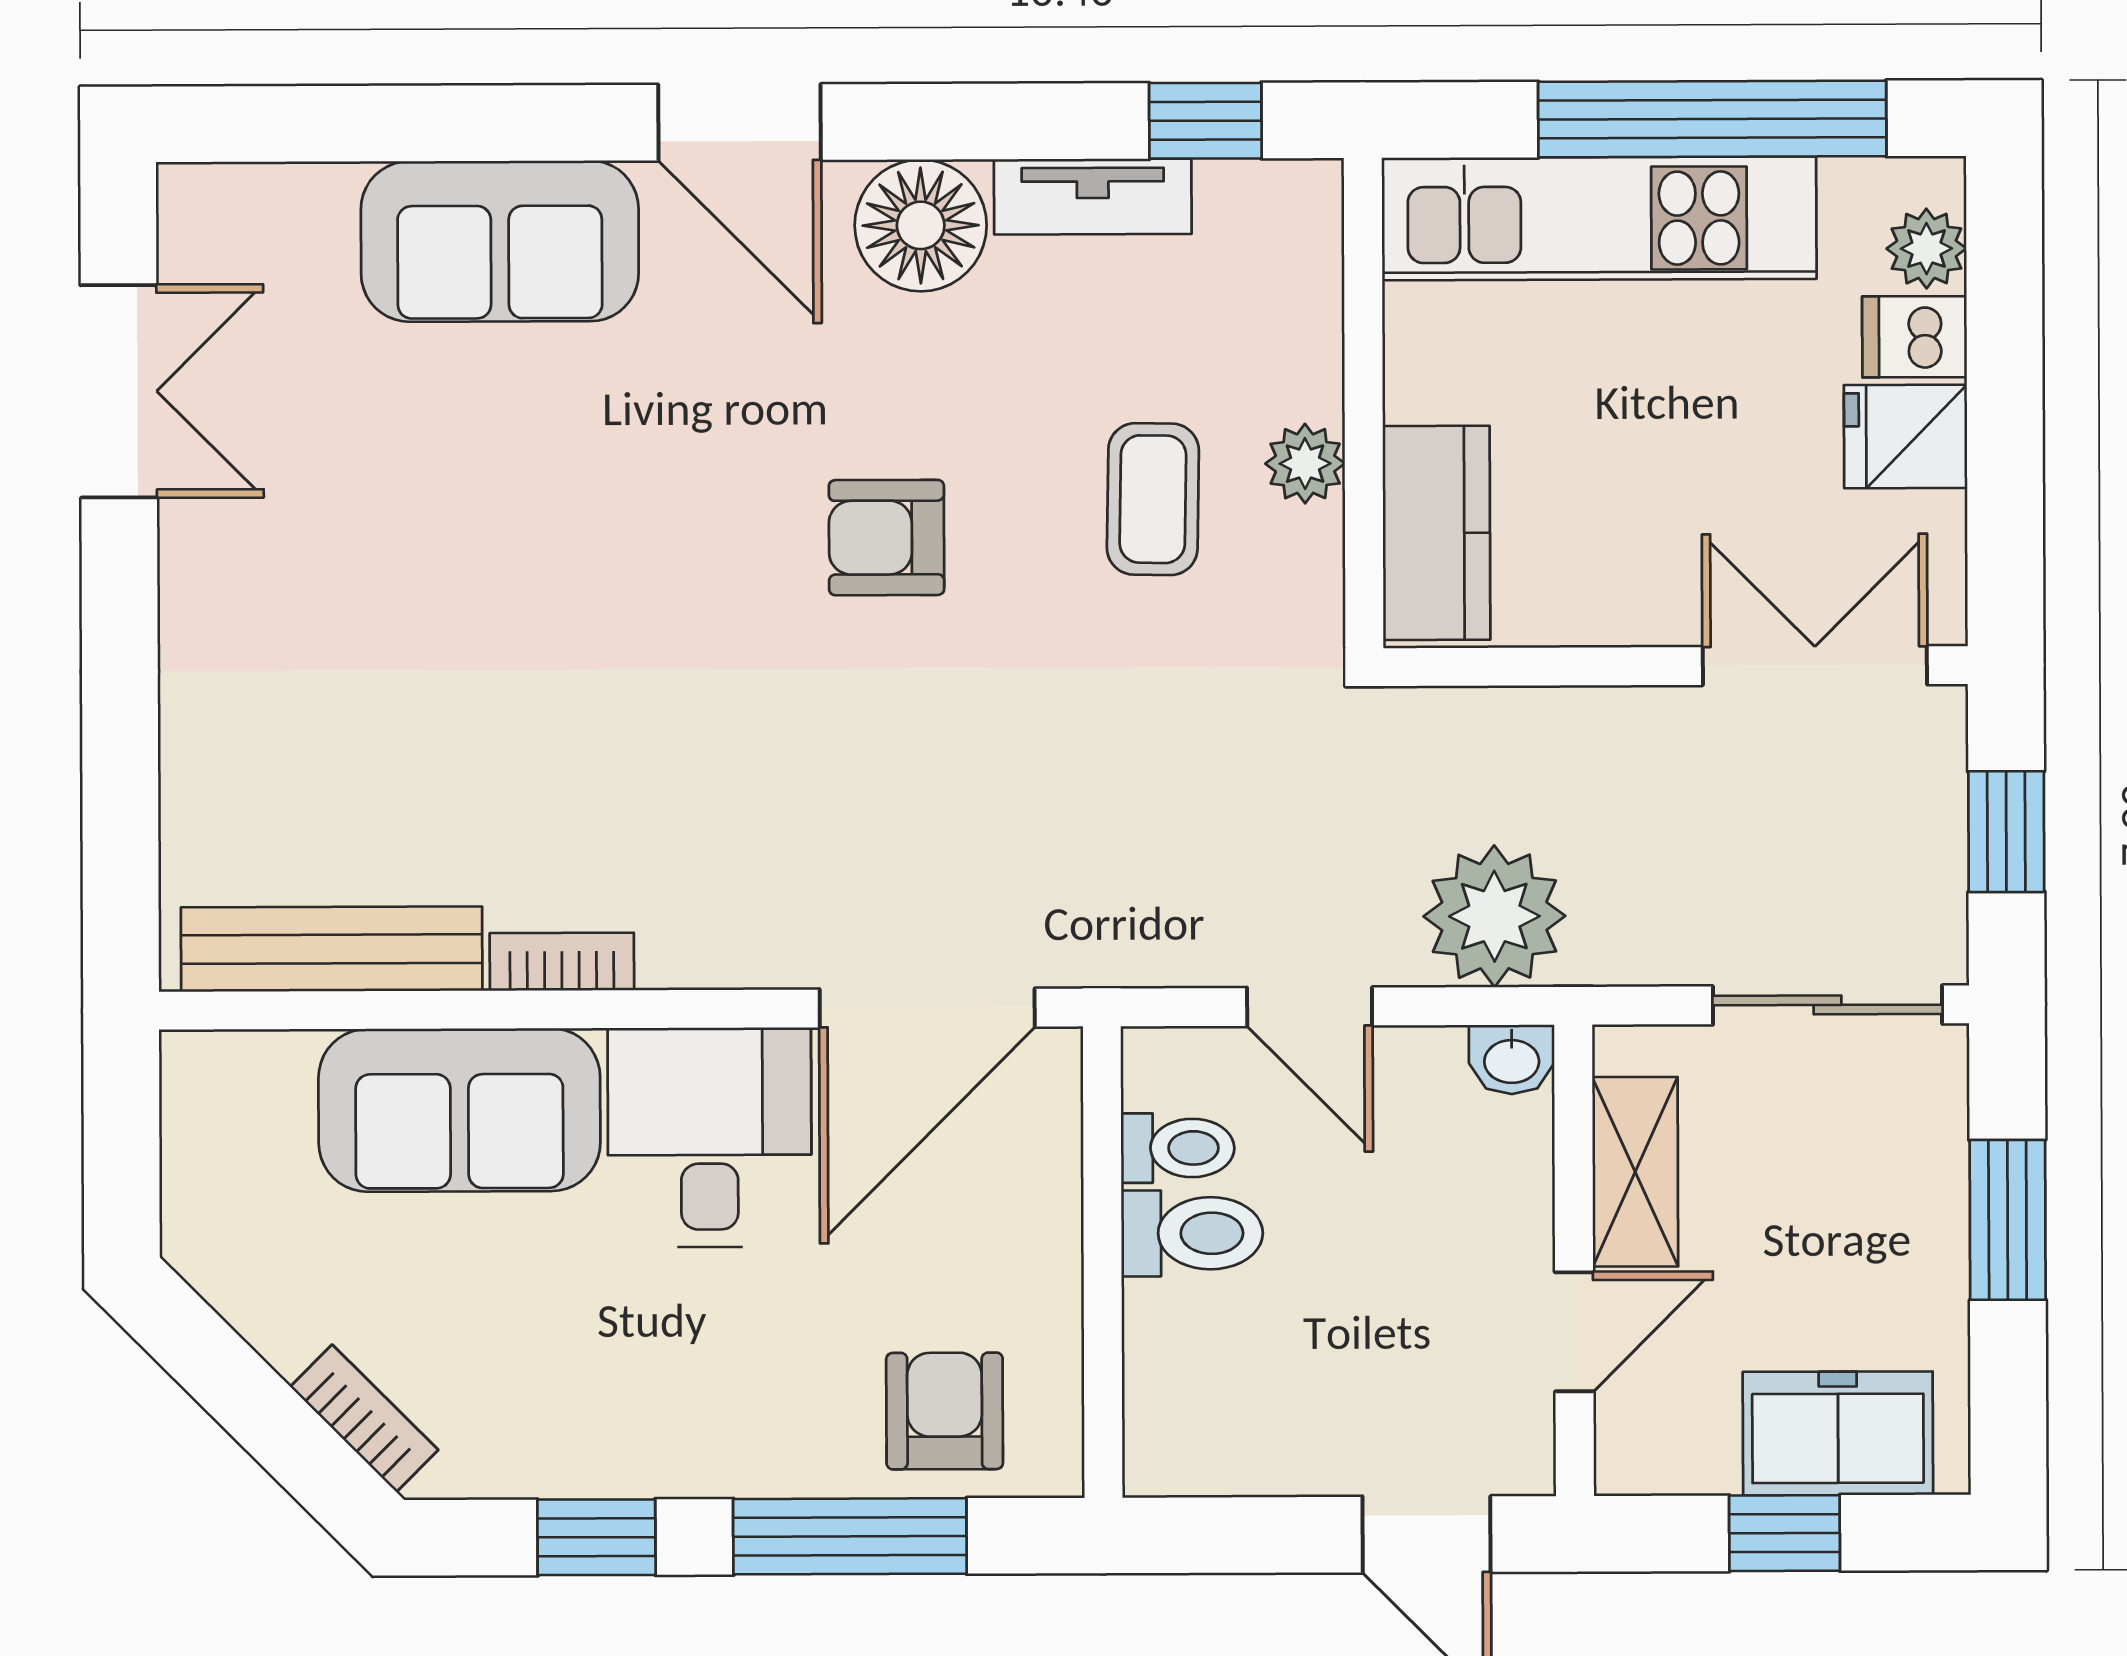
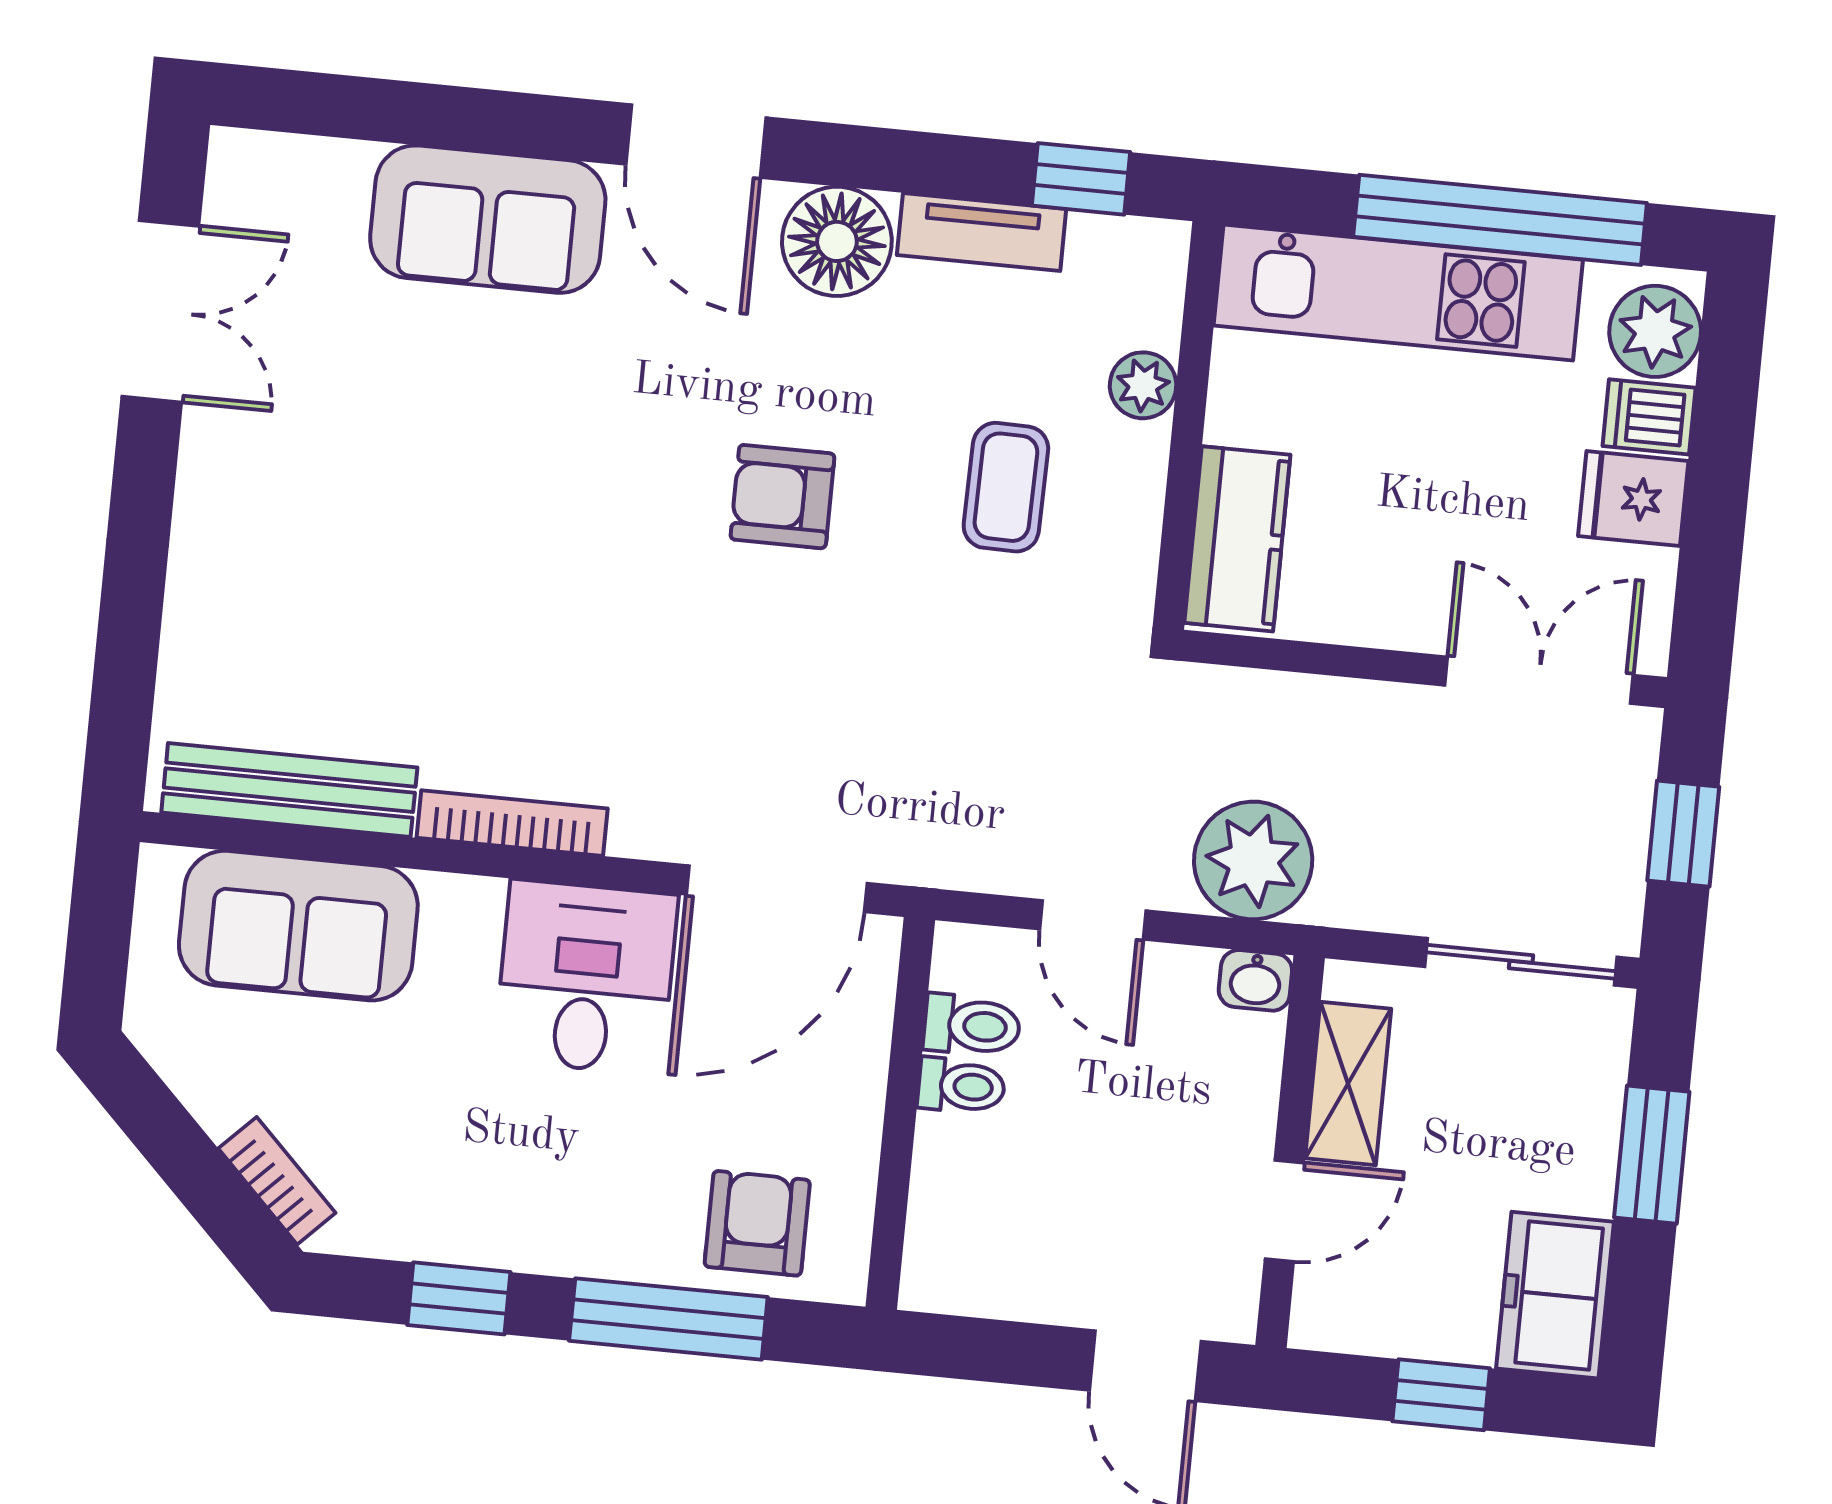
plant: (1926, 249) -> (1655, 331), width x1.38, depth x1.38
plant: (1305, 464) -> (1143, 385), moved
bookcase: (562, 962) -> (512, 823), width x1.56
sofa: (459, 1110) -> (298, 926), moved
toilet: (1192, 1233) -> (961, 1086), width x0.73, depth x0.72
freezer: (1838, 1433) -> (1555, 1295), moved, turned -90

